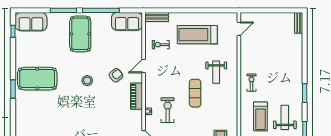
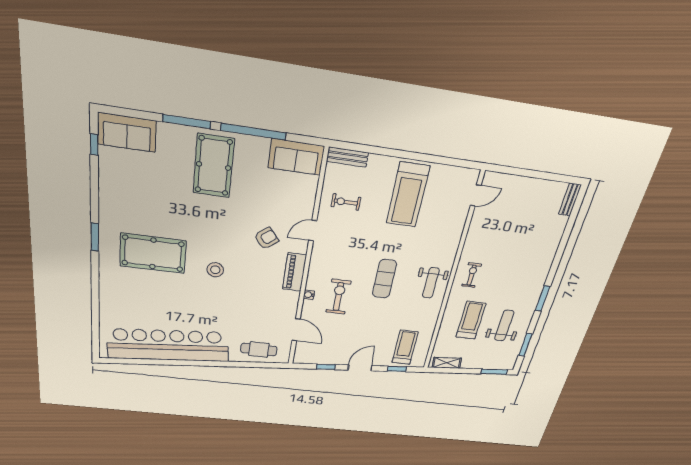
treadmill: (197, 35) -> (408, 195), turned -90
weight bench: (216, 72) -> (431, 283), moved
pool table: (37, 79) -> (153, 253), moved
stool: (87, 80) -> (215, 270), moved
treadmill: (260, 116) -> (471, 320), turned 180

